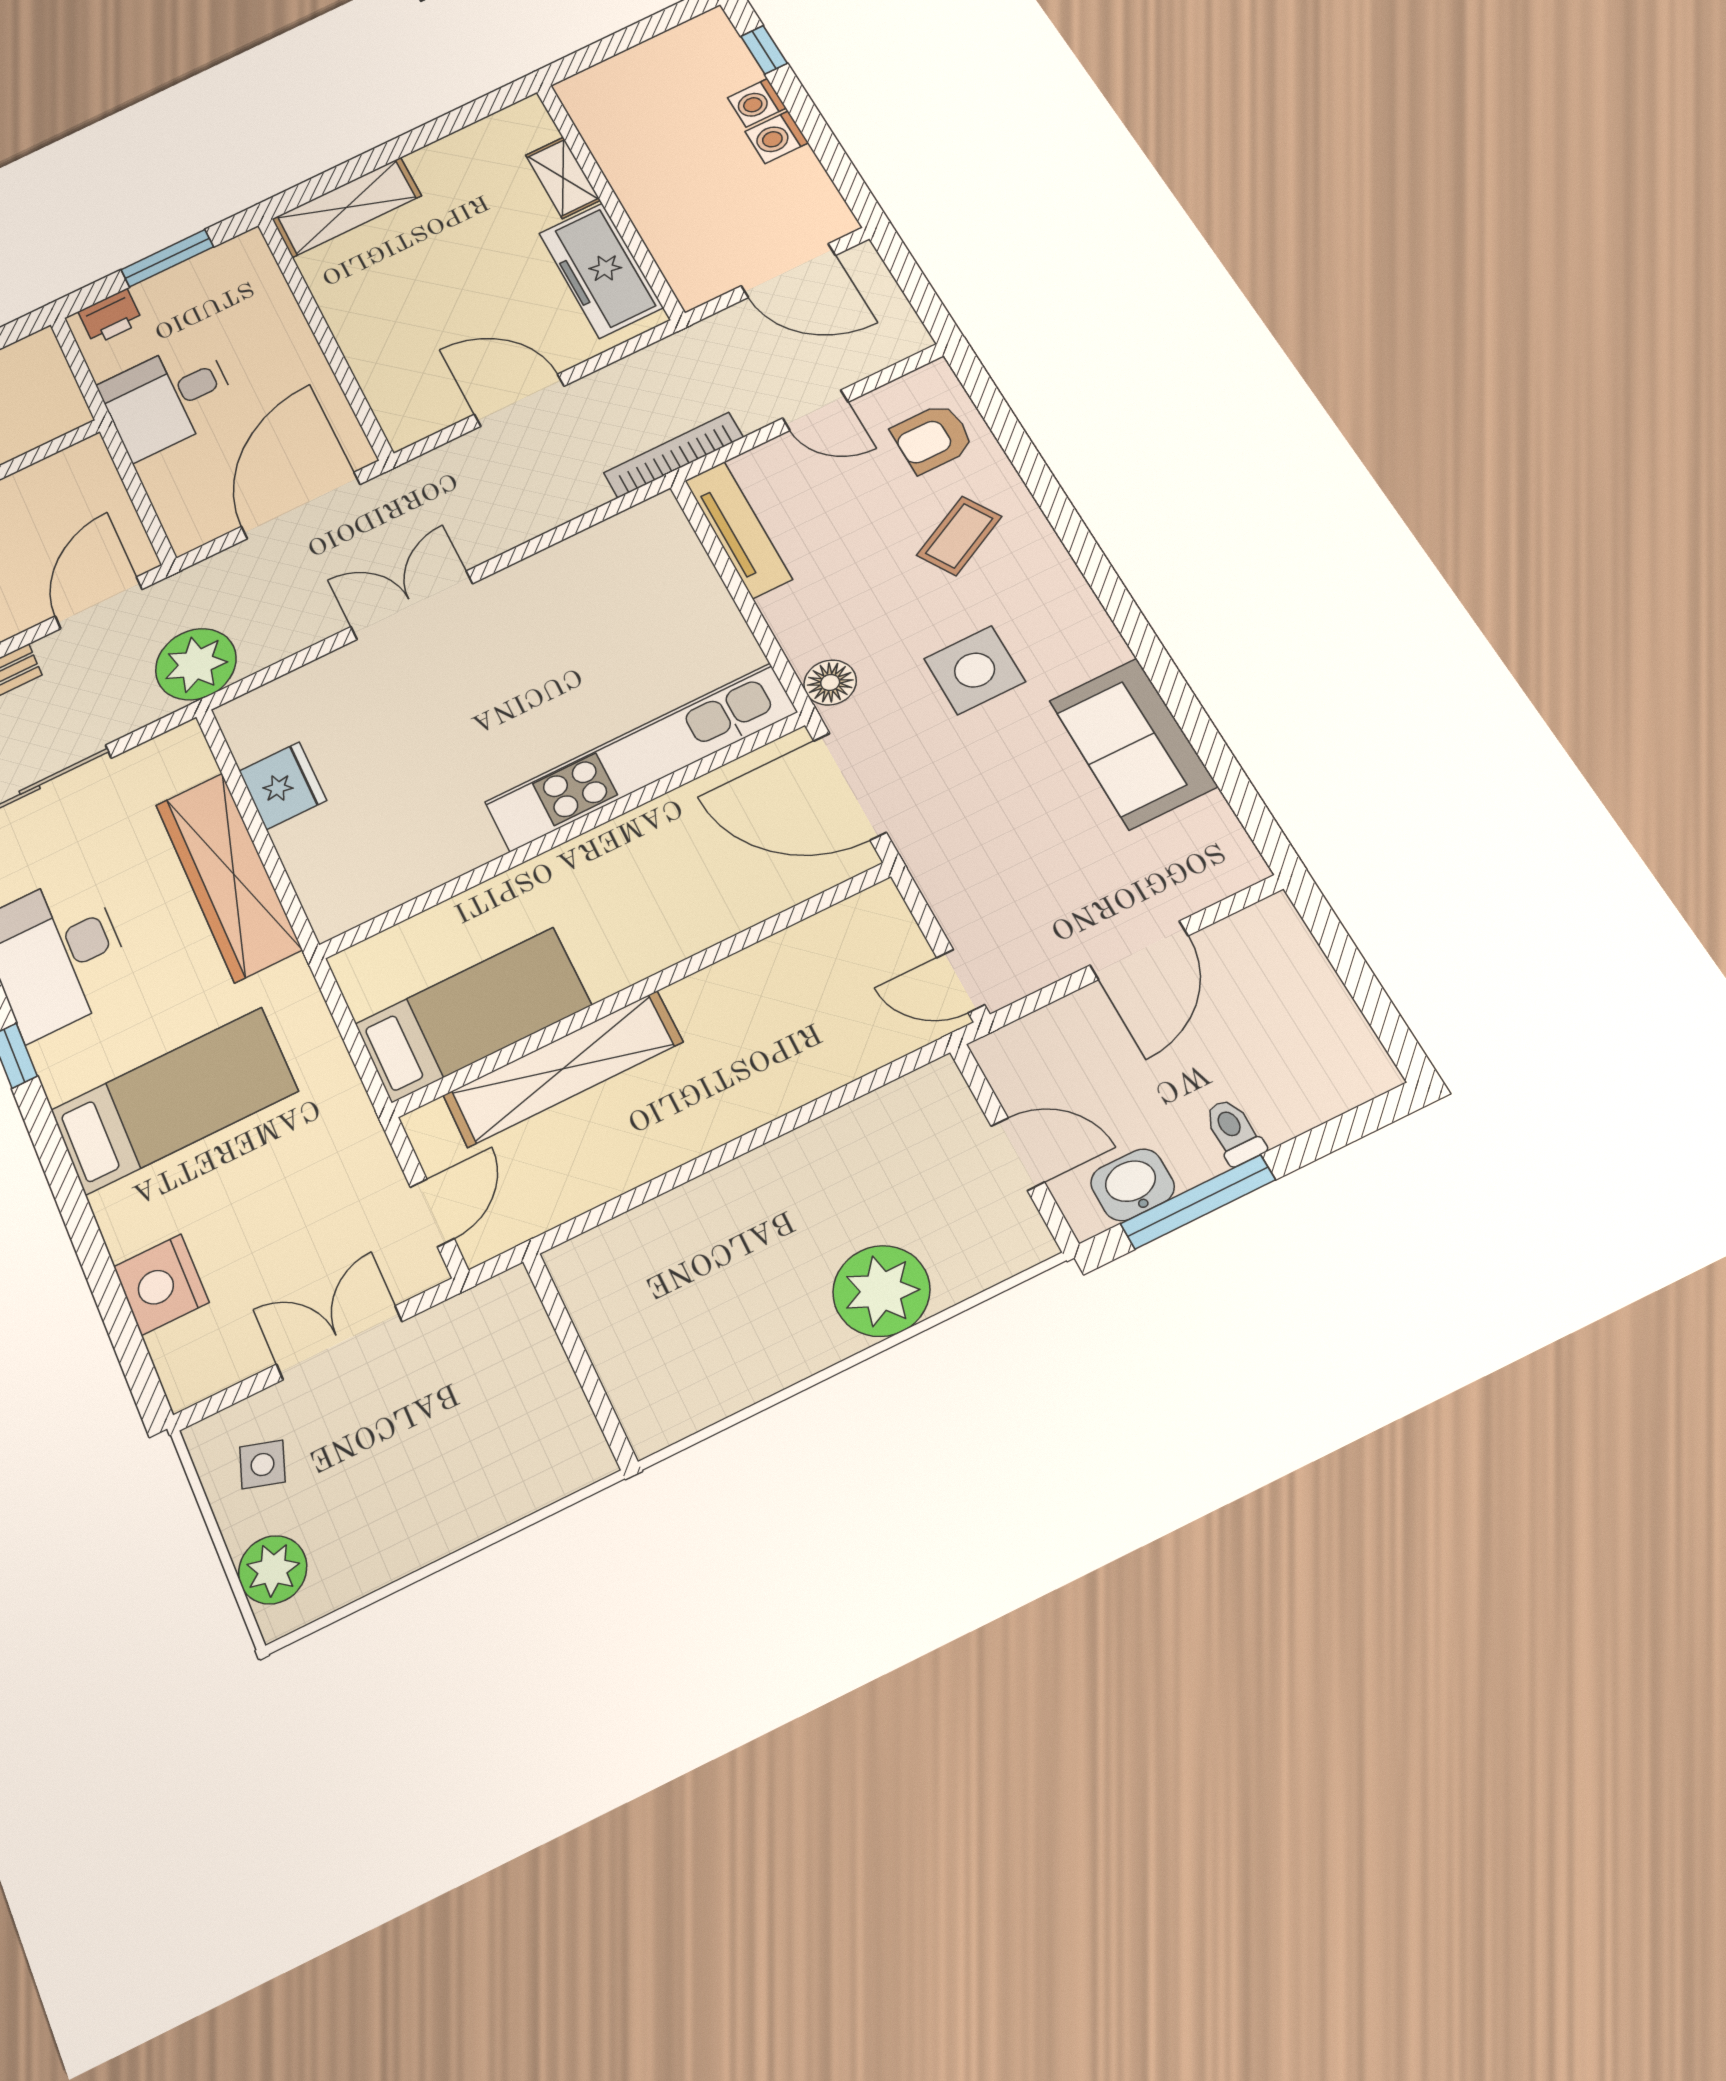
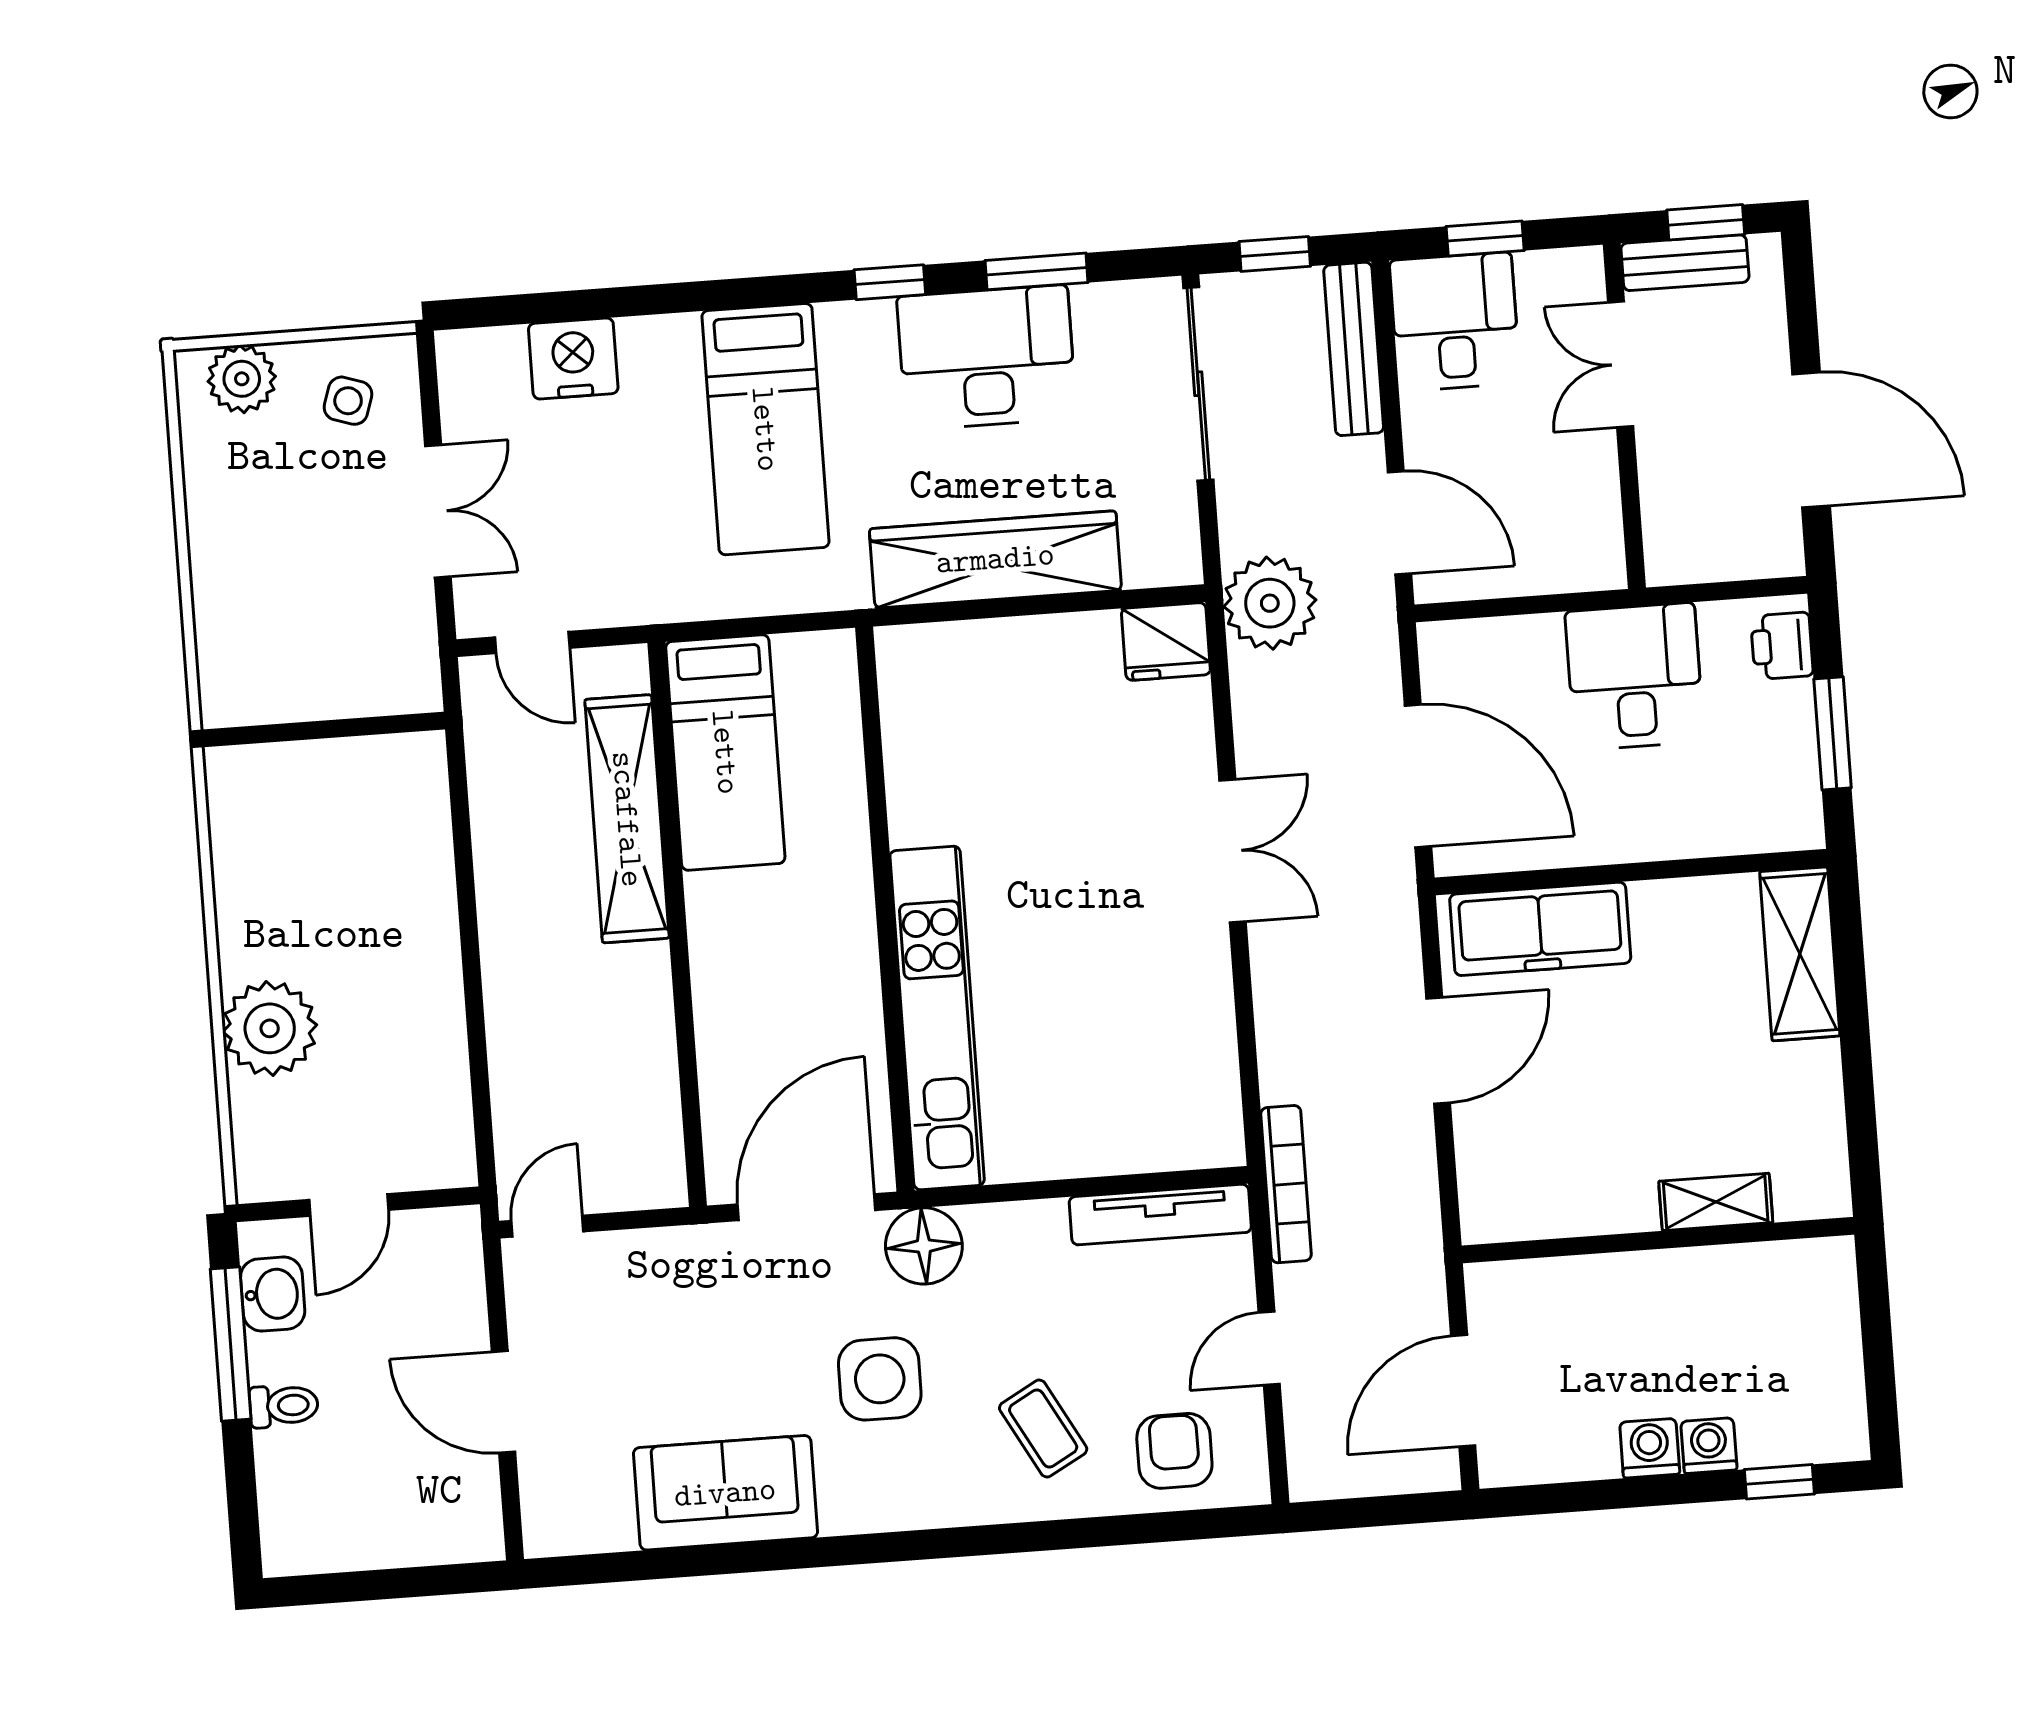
freezer: (601, 270) -> (1540, 929), moved, turned 180
floor lamp: (830, 682) -> (924, 1246), width x1.38, depth x1.38
fridge: (283, 786) -> (1166, 641), moved

